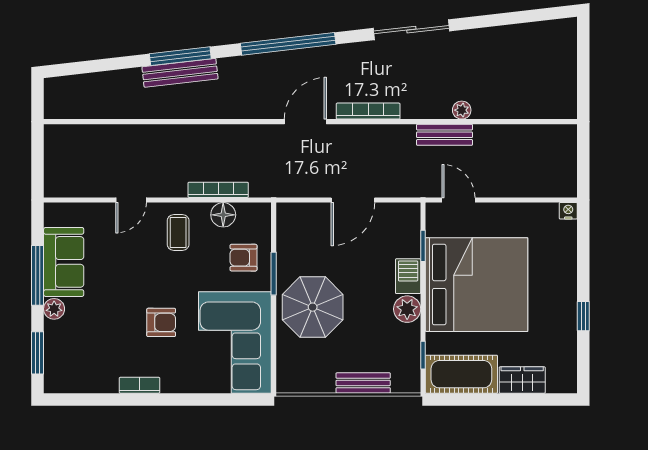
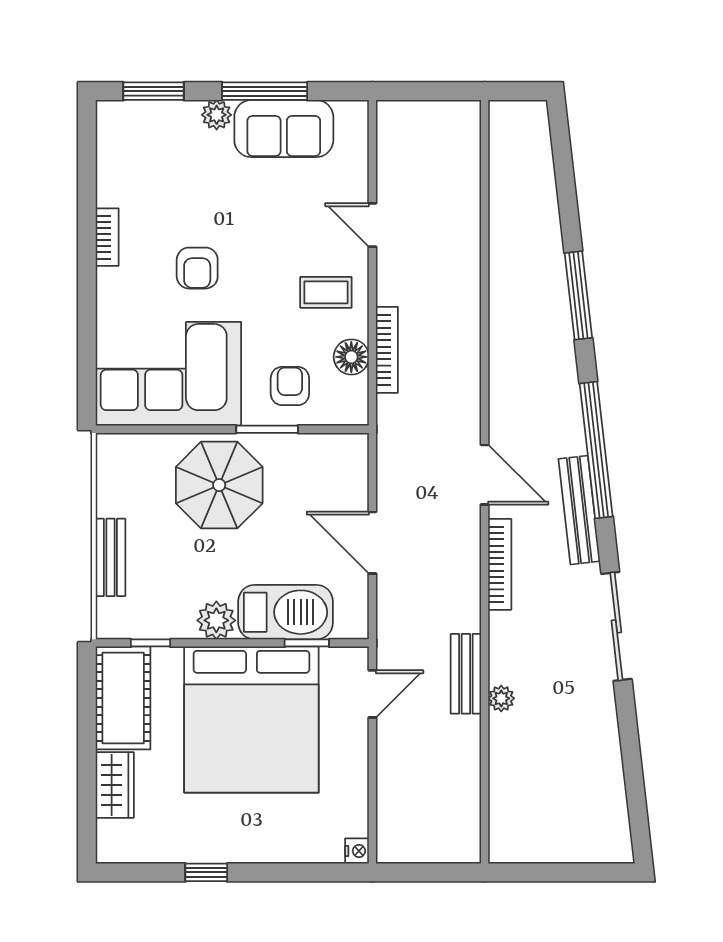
bench: (180, 73) -> (579, 510), moved
barbecue: (408, 276) -> (286, 612), width x1.88, depth x1.53

